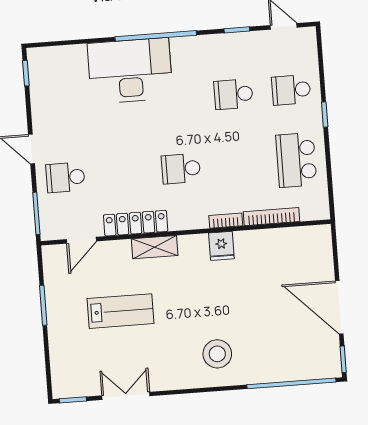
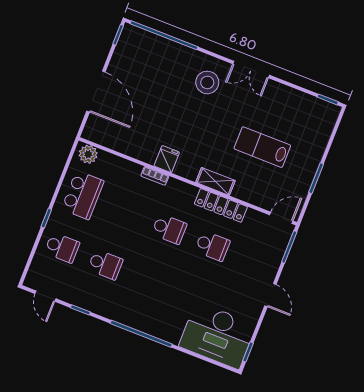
desk: (130, 71) -> (218, 335), moved
school desk: (65, 177) -> (212, 246), moved
plant: (312, 209) -> (88, 154), added
bookcase: (272, 217) -> (120, 163), removed
door: (81, 240) -> (281, 218), moved
door: (339, 307) -> (96, 91), moved
double door: (126, 396) -> (251, 69), moved

